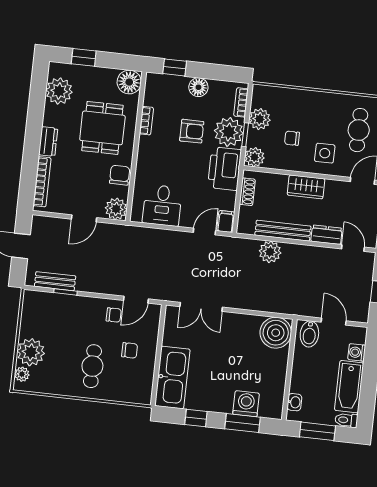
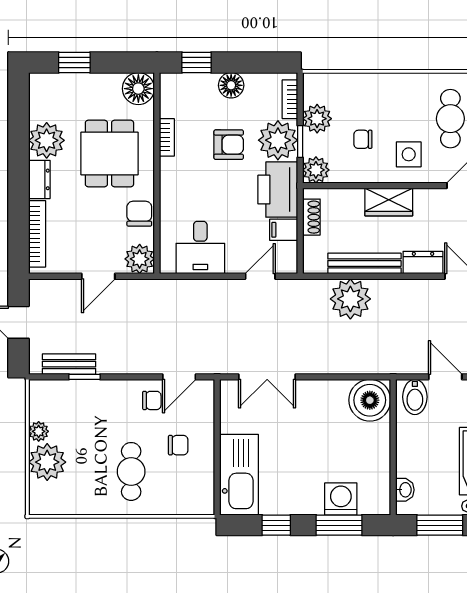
plant: (59, 91) -> (47, 140), moved
filing cabinet: (226, 221) -> (284, 230), moved, turned -90
plant: (270, 252) -> (350, 299), width x1.36, depth x1.36
plant: (22, 374) -> (39, 431), moved

